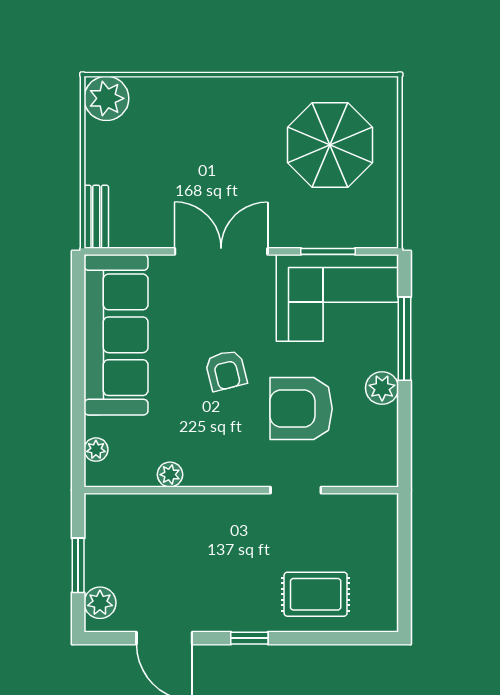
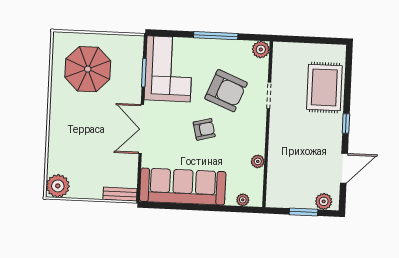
window: (404, 339) -> (216, 36), moved
plant: (382, 388) -> (261, 49), moved
armchair: (301, 409) -> (226, 91), turned -68
rug: (316, 594) -> (324, 87), width x1.36, depth x1.43

